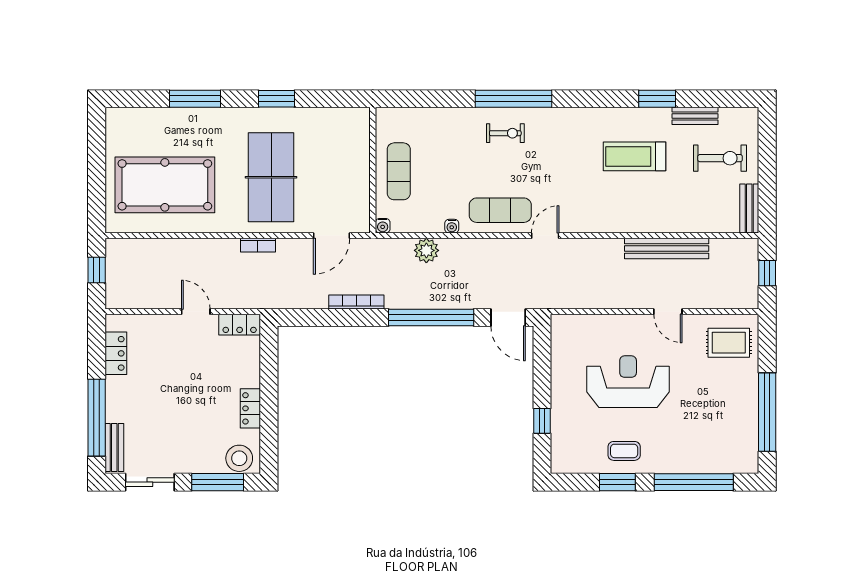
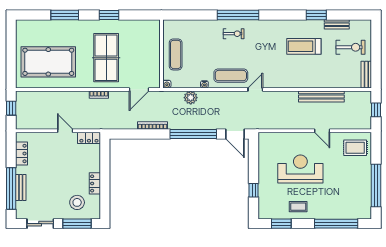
bench: (114, 447) -> (21, 188), moved
stool: (239, 458) -> (77, 202), moved
window: (617, 482) -> (281, 224), moved

